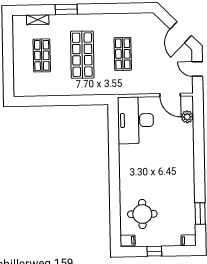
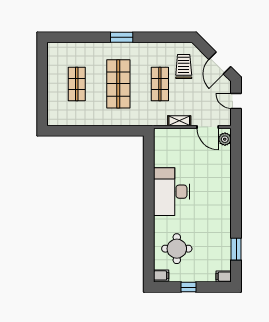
window: (66, 9) -> (122, 37), moved
shelving: (38, 20) -> (179, 121), moved
trolley: (146, 36) -> (184, 67), added
plant: (187, 117) -> (225, 139), moved
desk: (136, 120) -> (172, 192), moved

